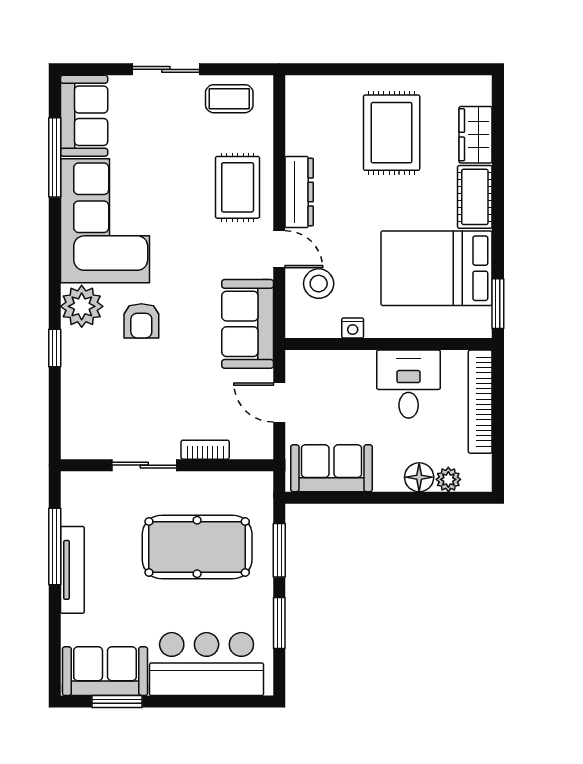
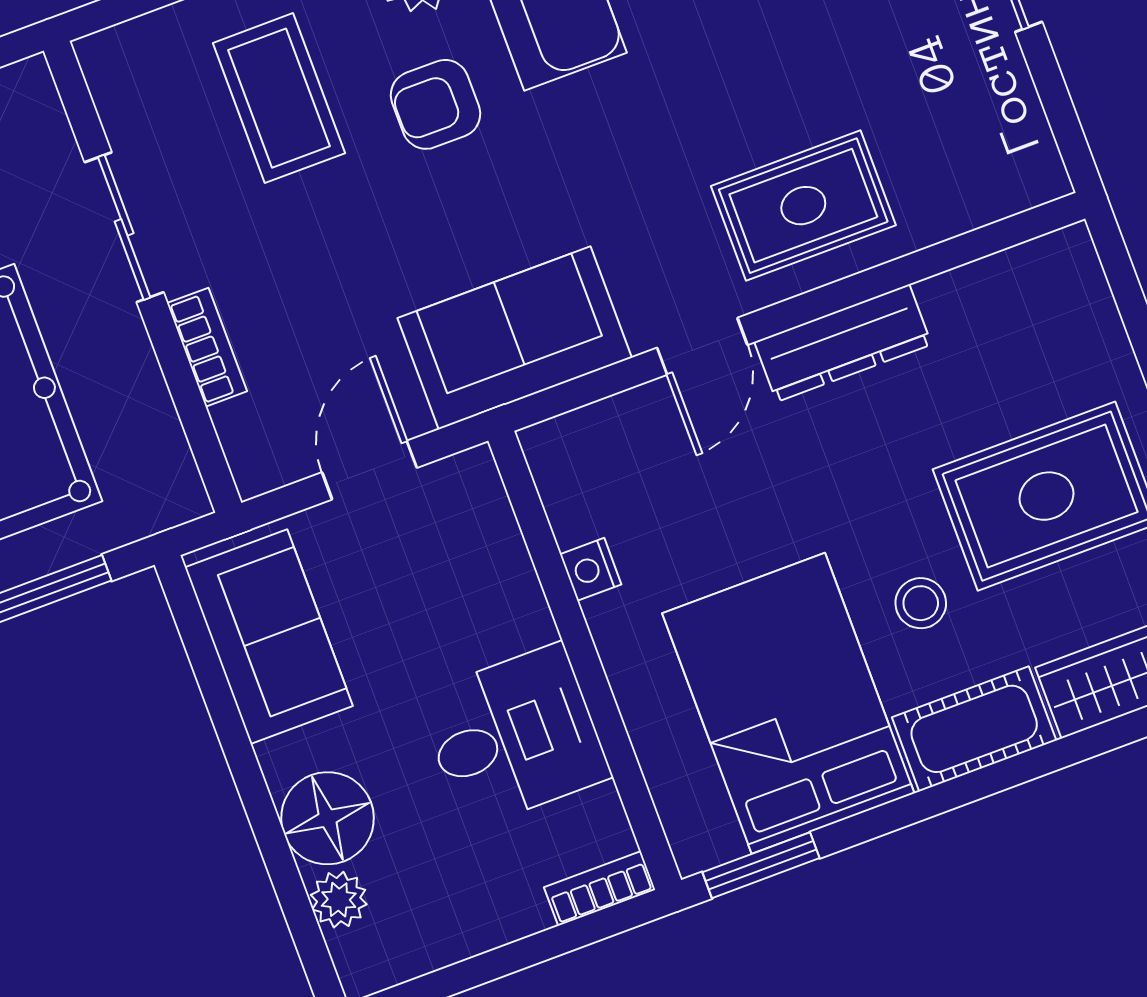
coffee table: (229, 99) -> (279, 98), moved, width x1.36, depth x1.30
stool: (319, 284) -> (921, 603), moved, width x0.73, depth x0.73
bookcase: (480, 402) -> (600, 888), width x0.43, depth x0.76
floor lamp: (419, 477) -> (327, 818), width x1.38, depth x1.38

